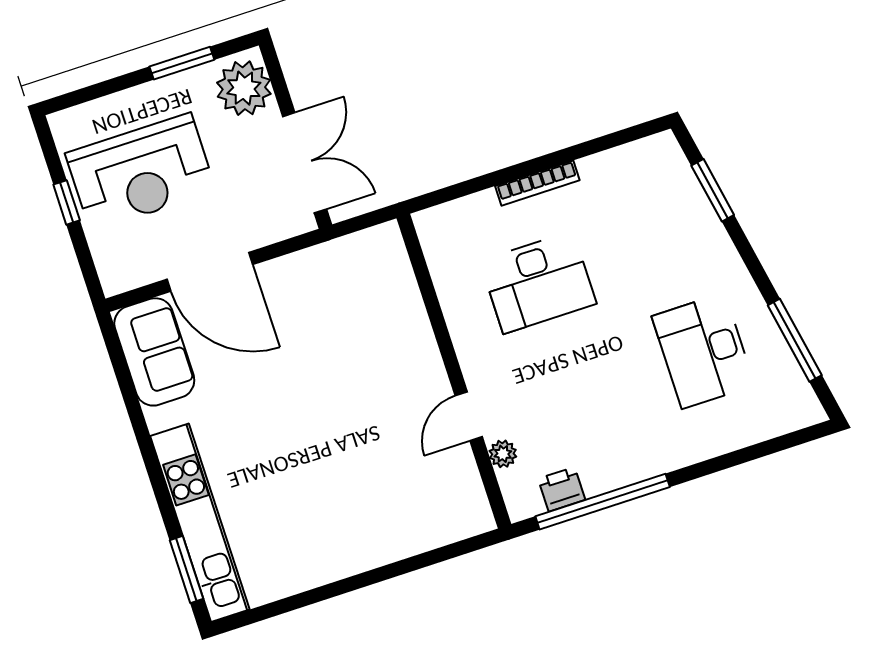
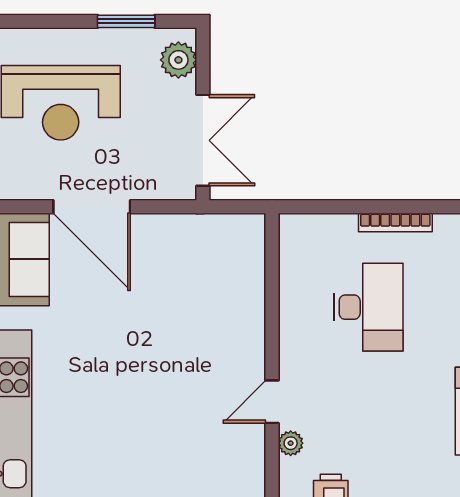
plant: (244, 88) -> (178, 60), width x0.73, depth x0.73
desk: (538, 282) -> (368, 307), turned -90

